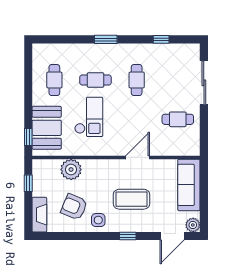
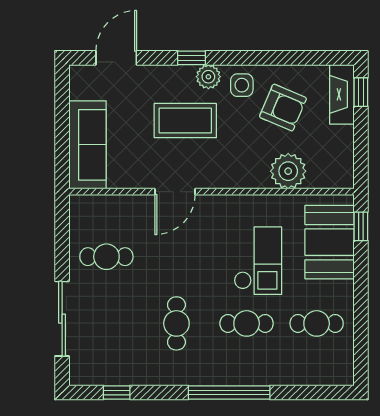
window: (106, 39) -> (229, 393), width x2.11
window: (161, 39) -> (117, 393), moved
cafe table: (54, 80) -> (317, 323), turned 90
checkout: (89, 117) -> (258, 261), turned 180
window: (28, 183) -> (361, 92), moved
plant: (193, 225) -> (208, 77), moved

